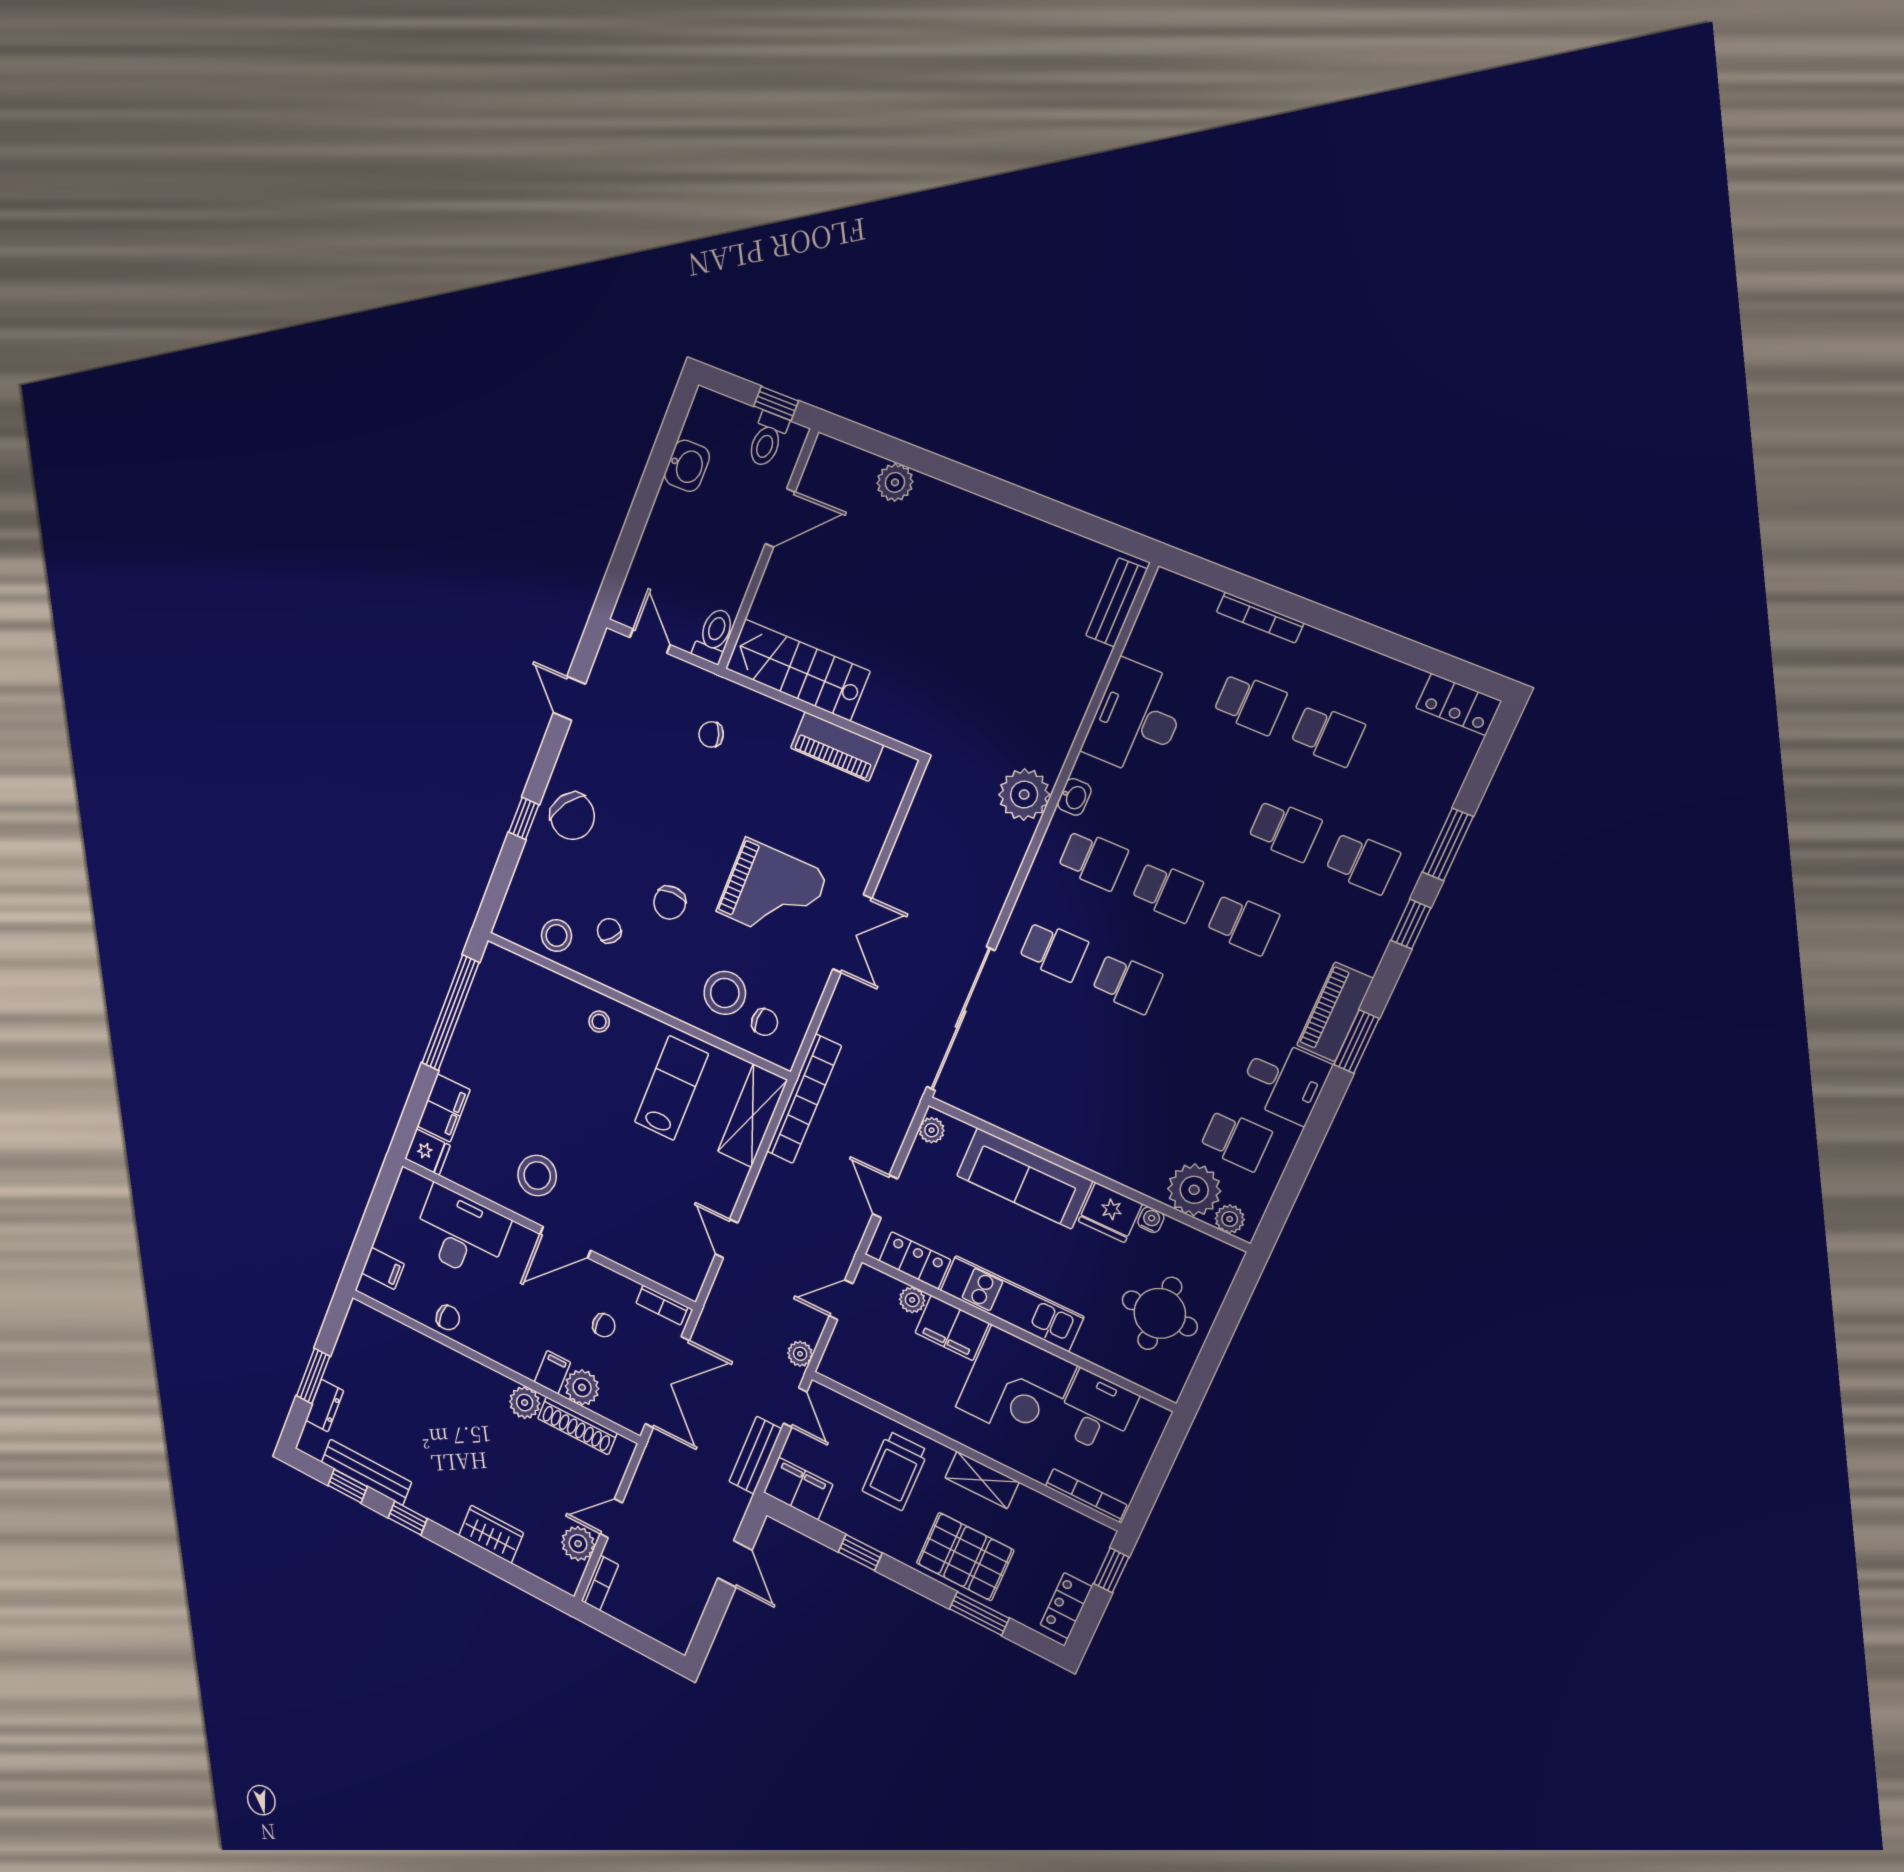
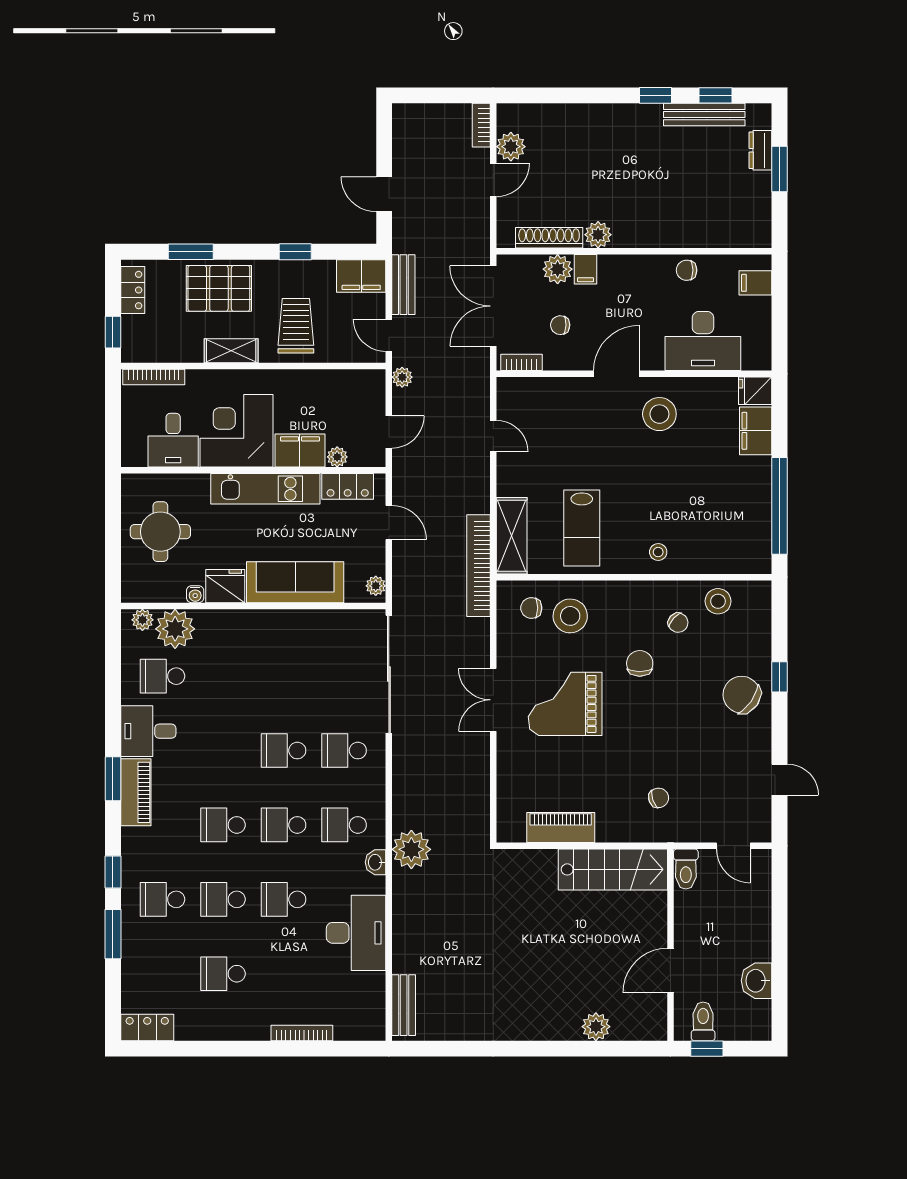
school desk: (1250, 703) -> (284, 899), moved
wardrobe: (491, 1534) -> (583, 118), removed

